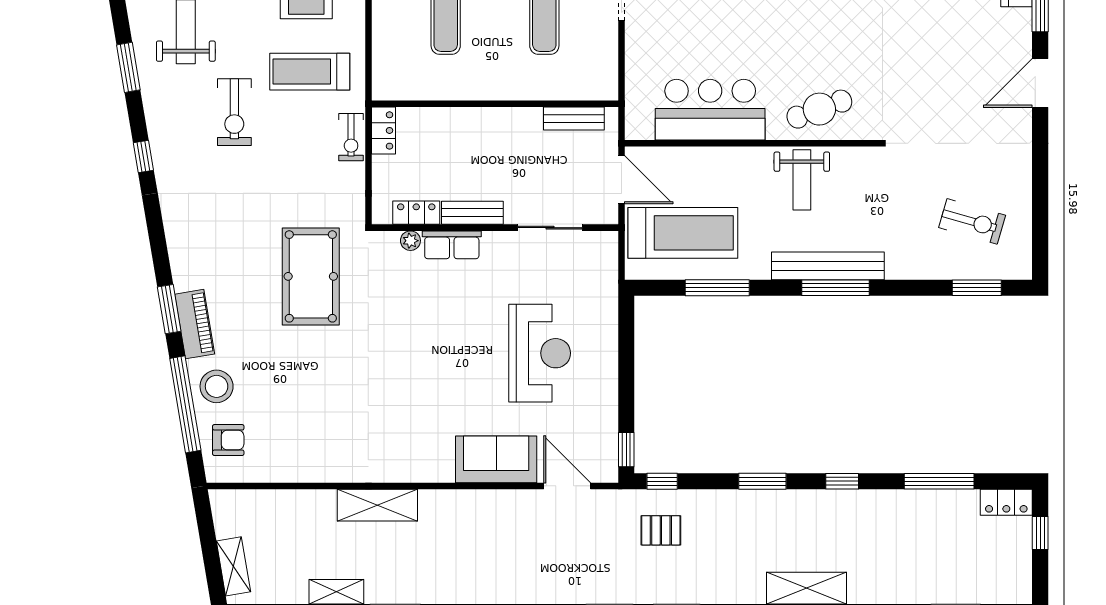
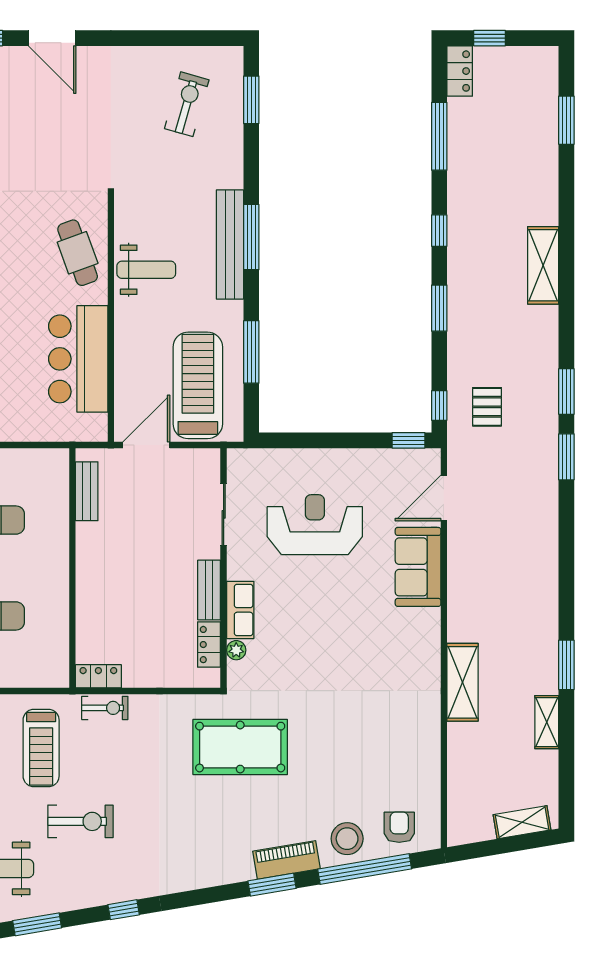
locker: (416, 213) -> (209, 645), moved
bench: (472, 213) -> (209, 590), moved
wall: (495, 228) -> (224, 568), moved
sliding door: (550, 228) -> (224, 514), moved
plant: (410, 241) -> (236, 650), moved
row of seats: (452, 245) -> (240, 610), moved

